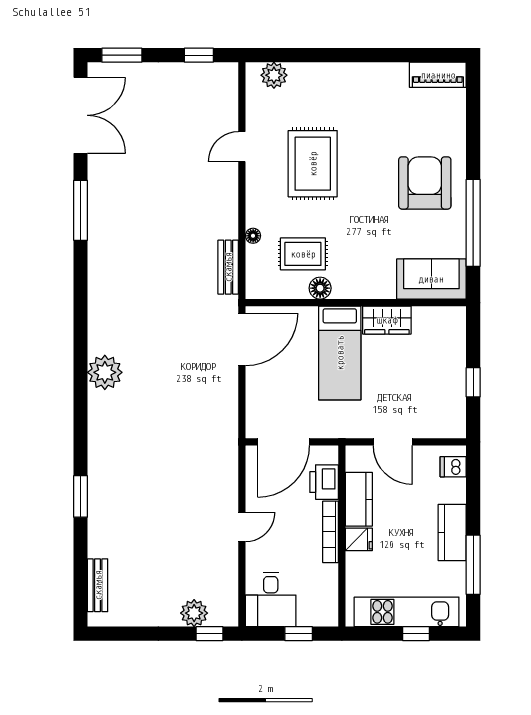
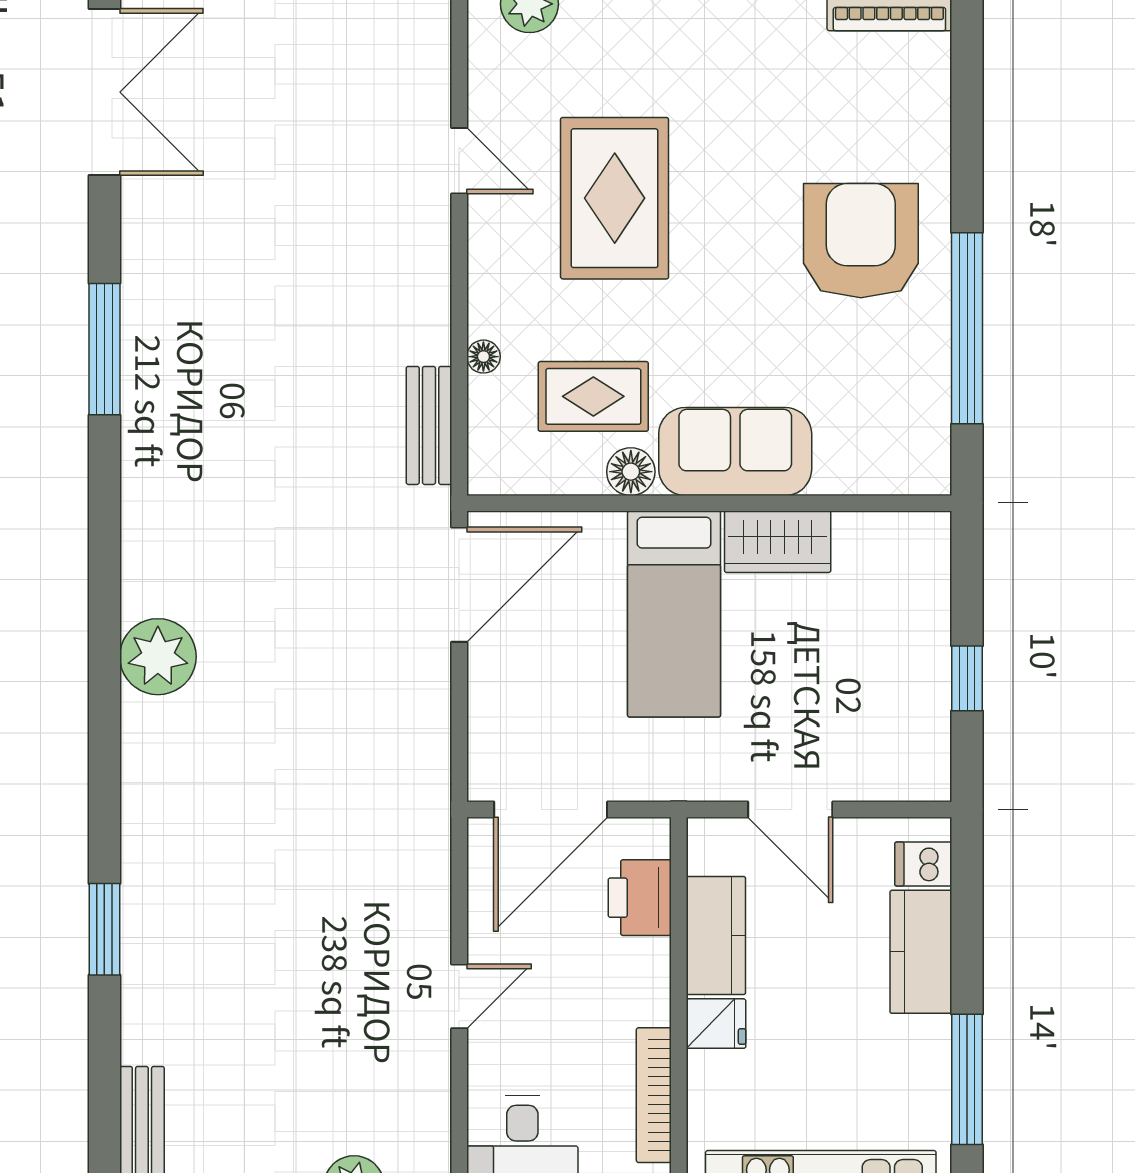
door: (242, 147) -> (459, 161), swing flipped
window: (80, 210) -> (104, 349), moved
sofa: (431, 279) -> (735, 452), moved
bookcase: (331, 532) -> (654, 1095), moved
kitchen counter: (452, 532) -> (921, 952), moved

